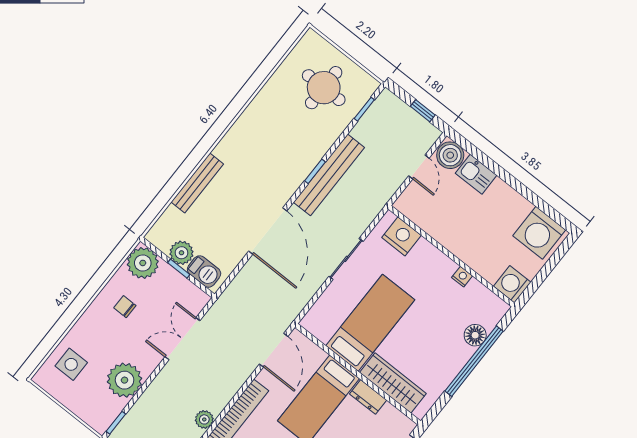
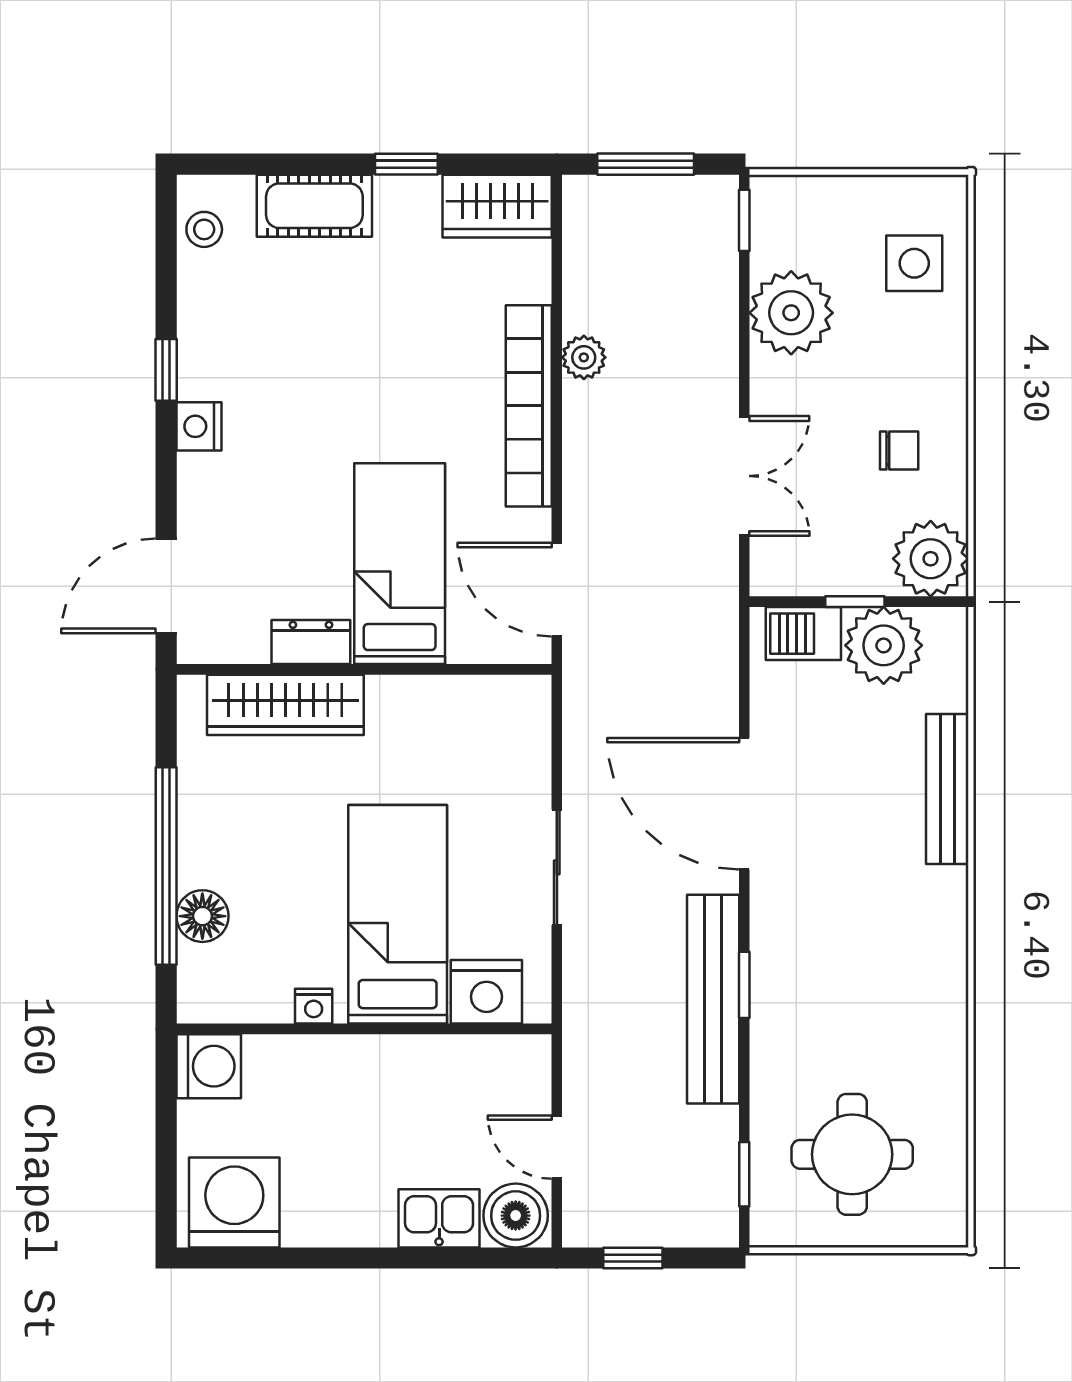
plant: (181, 253) -> (884, 645), width x1.36, depth x1.36
bed: (370, 323) -> (398, 914), moved, turned 180

